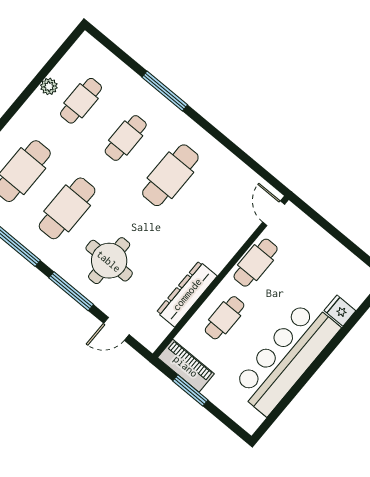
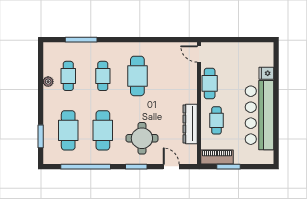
window: (165, 91) -> (81, 40), moved
window: (71, 291) -> (136, 167), width x0.69
door: (116, 329) -> (171, 167), swing flipped

